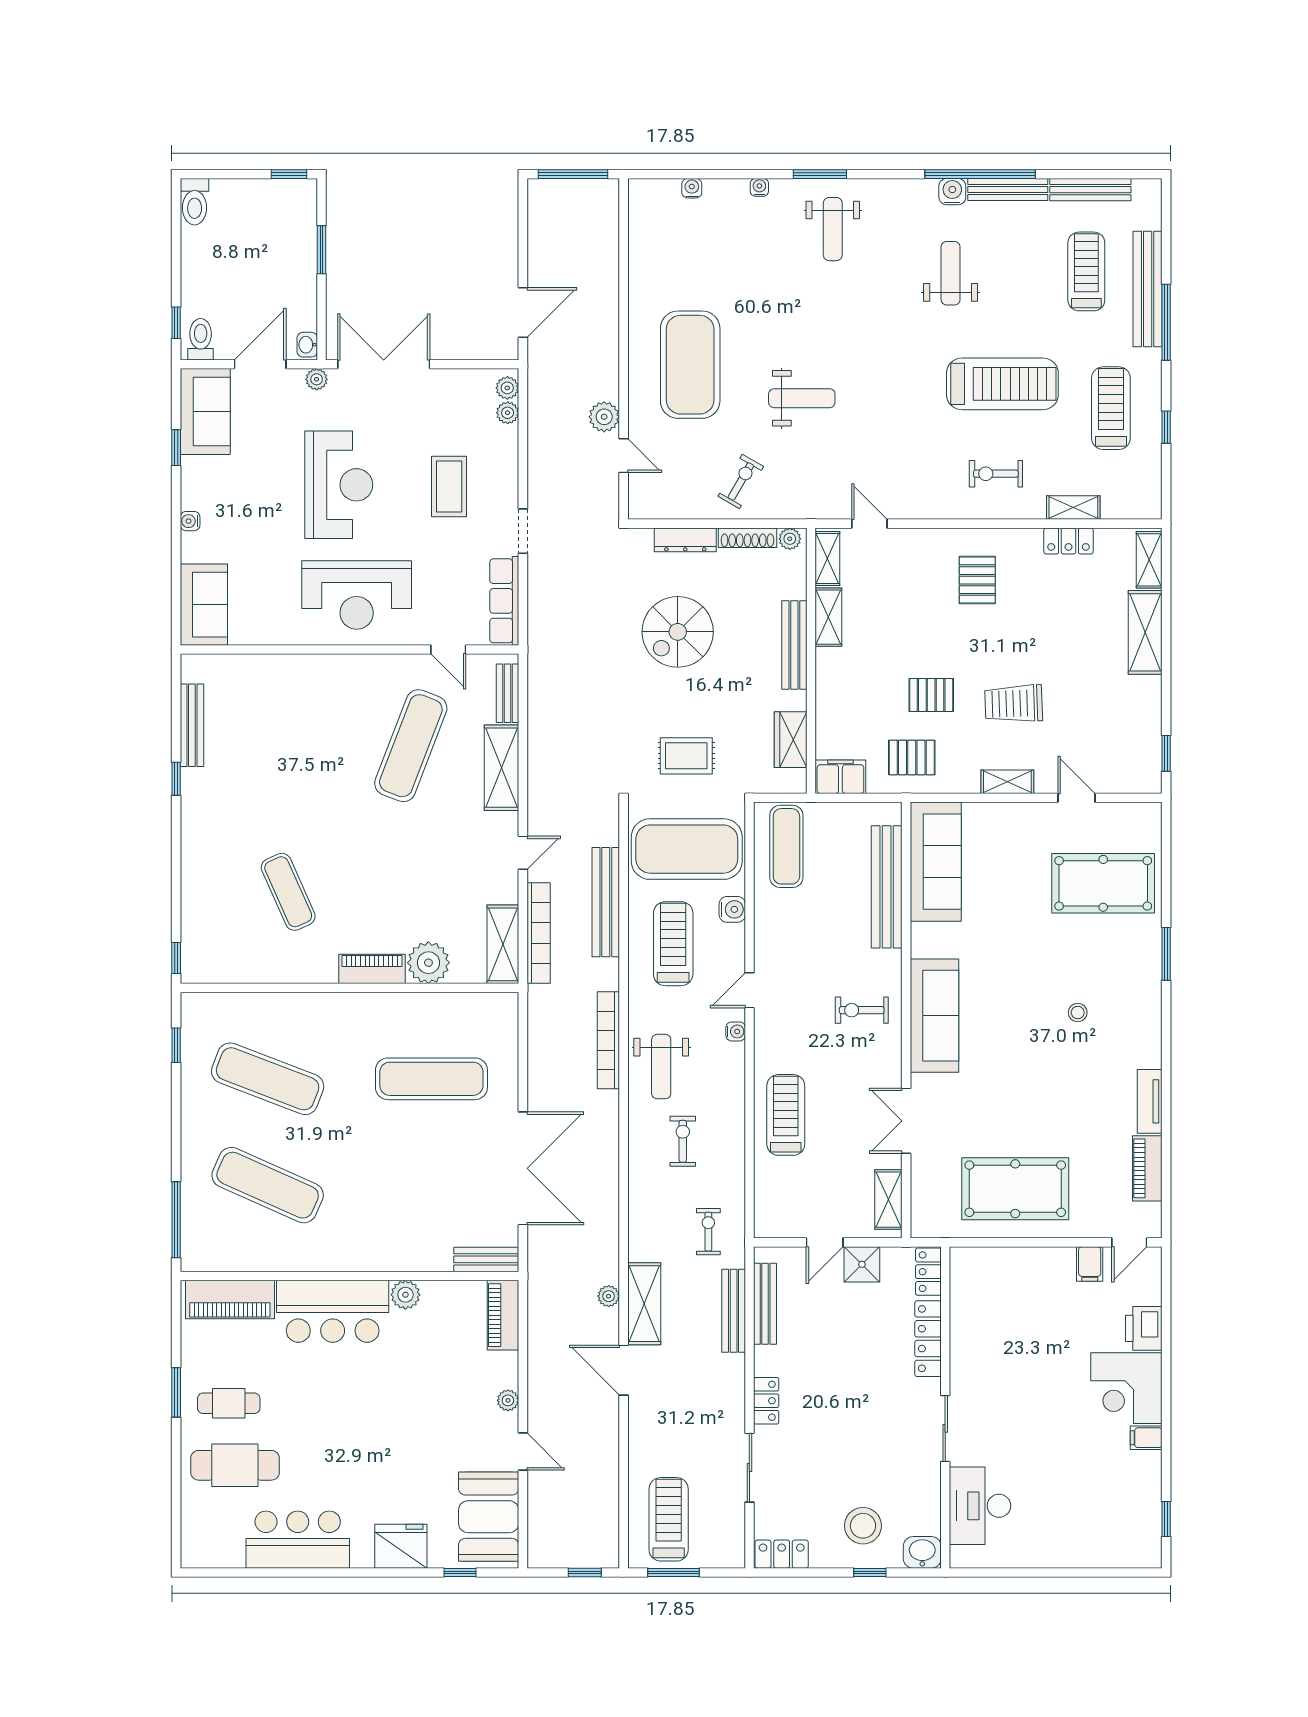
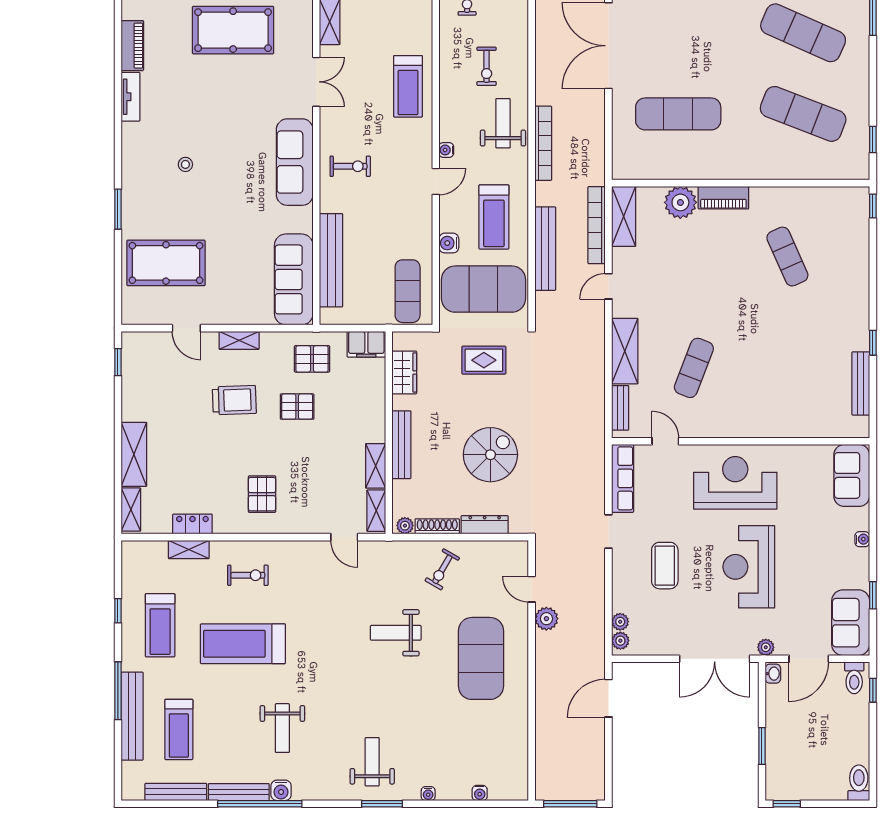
exercise mat: (411, 746) -> (694, 368), width x0.73, depth x0.69

